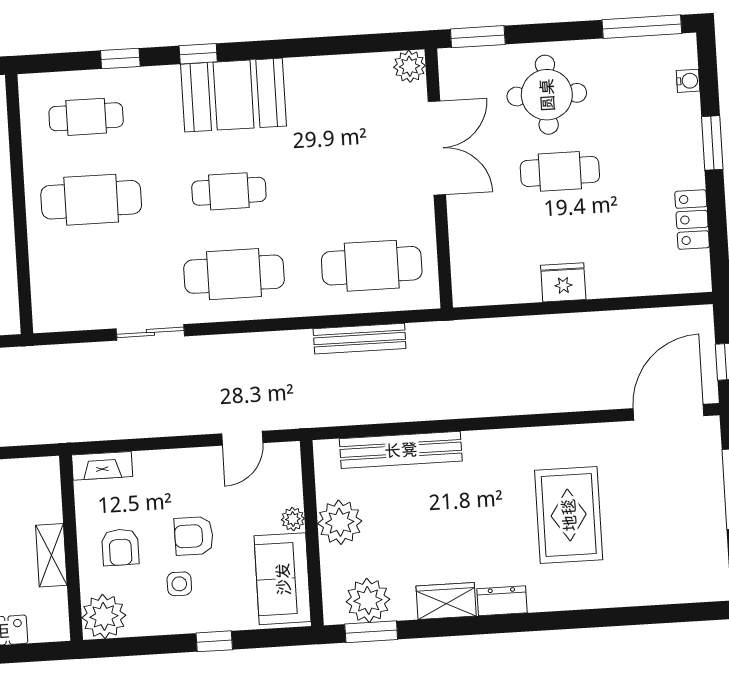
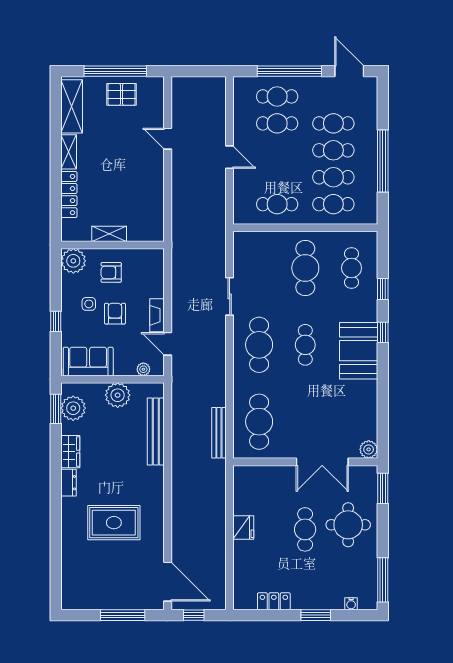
bench: (360, 339) -> (219, 433), moved
fireplace: (102, 466) -> (157, 315), moved
plant: (293, 519) -> (143, 369), moved

